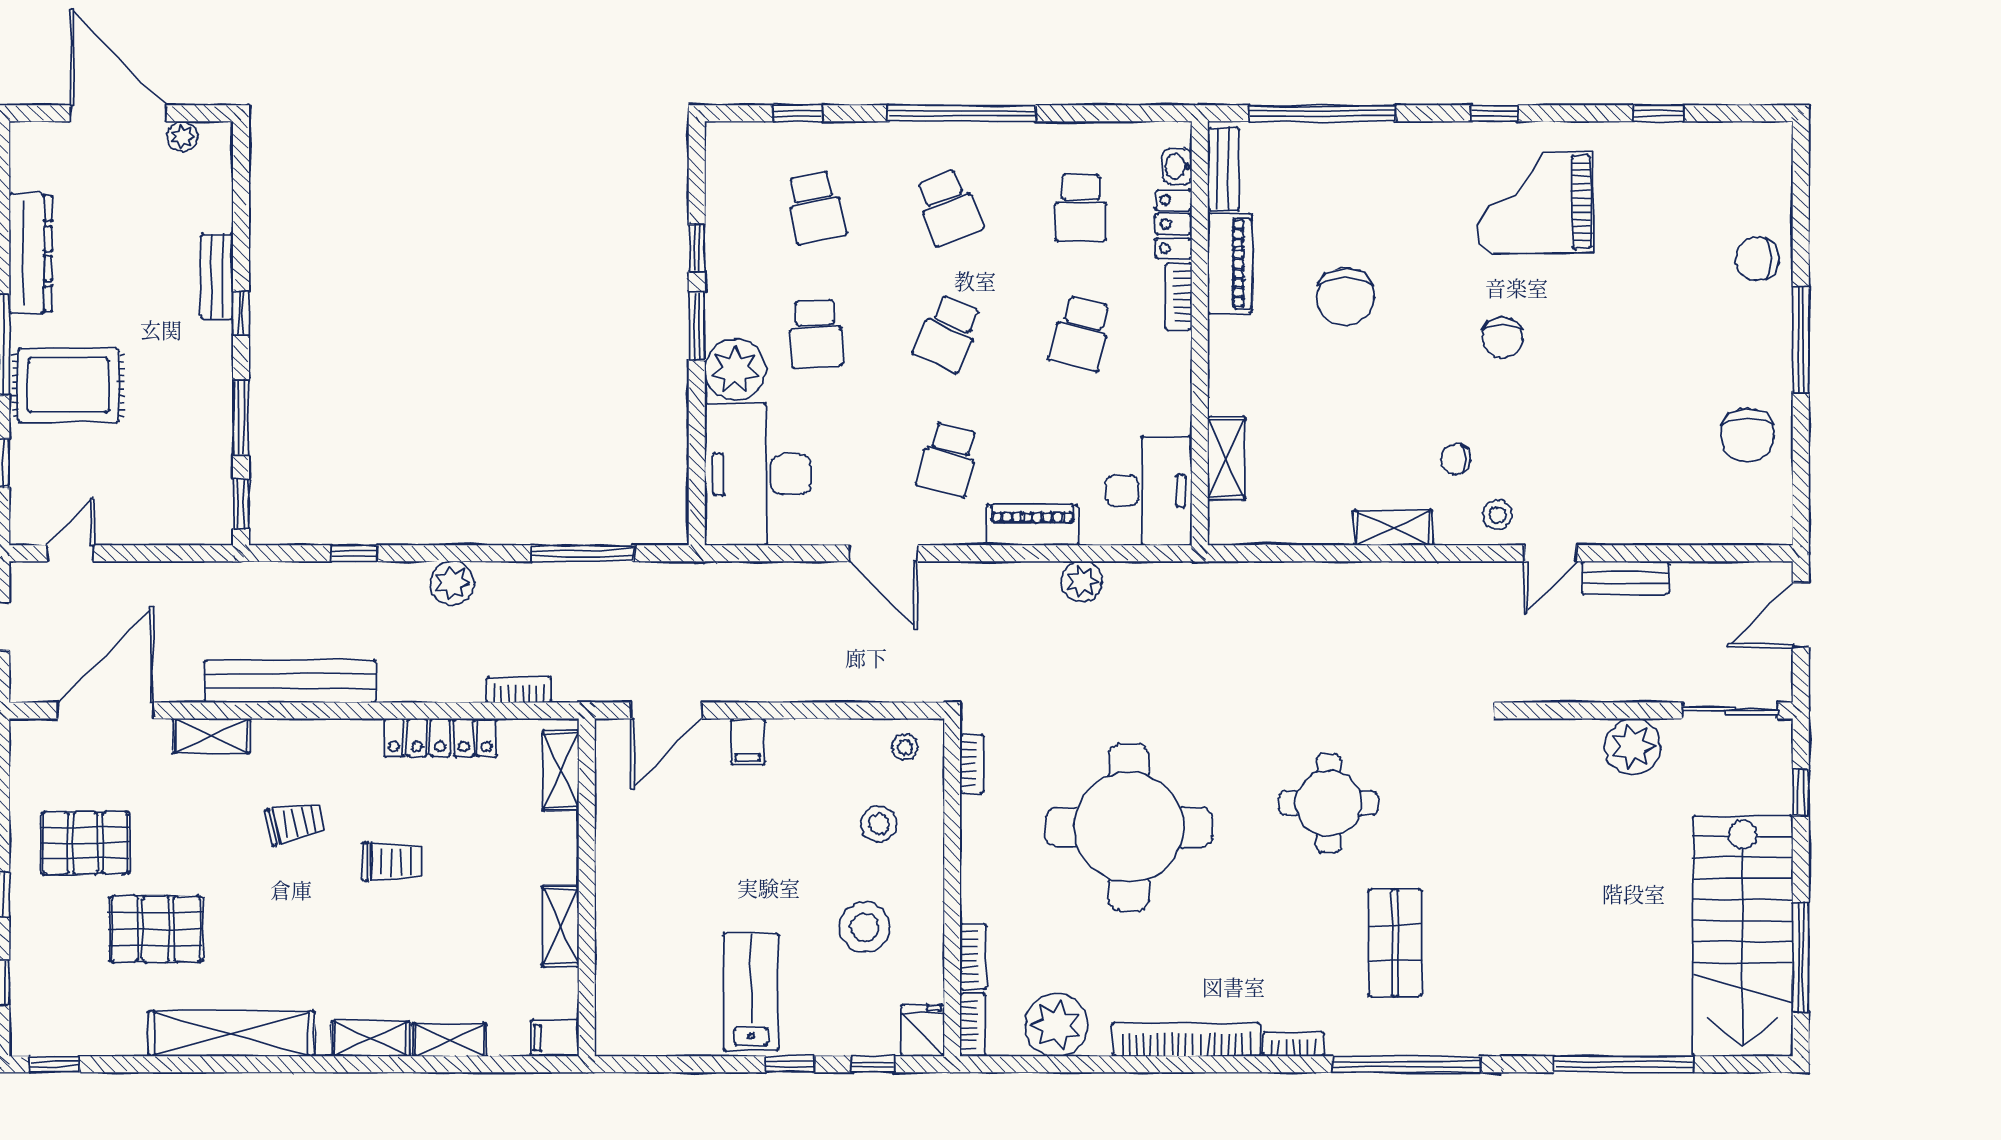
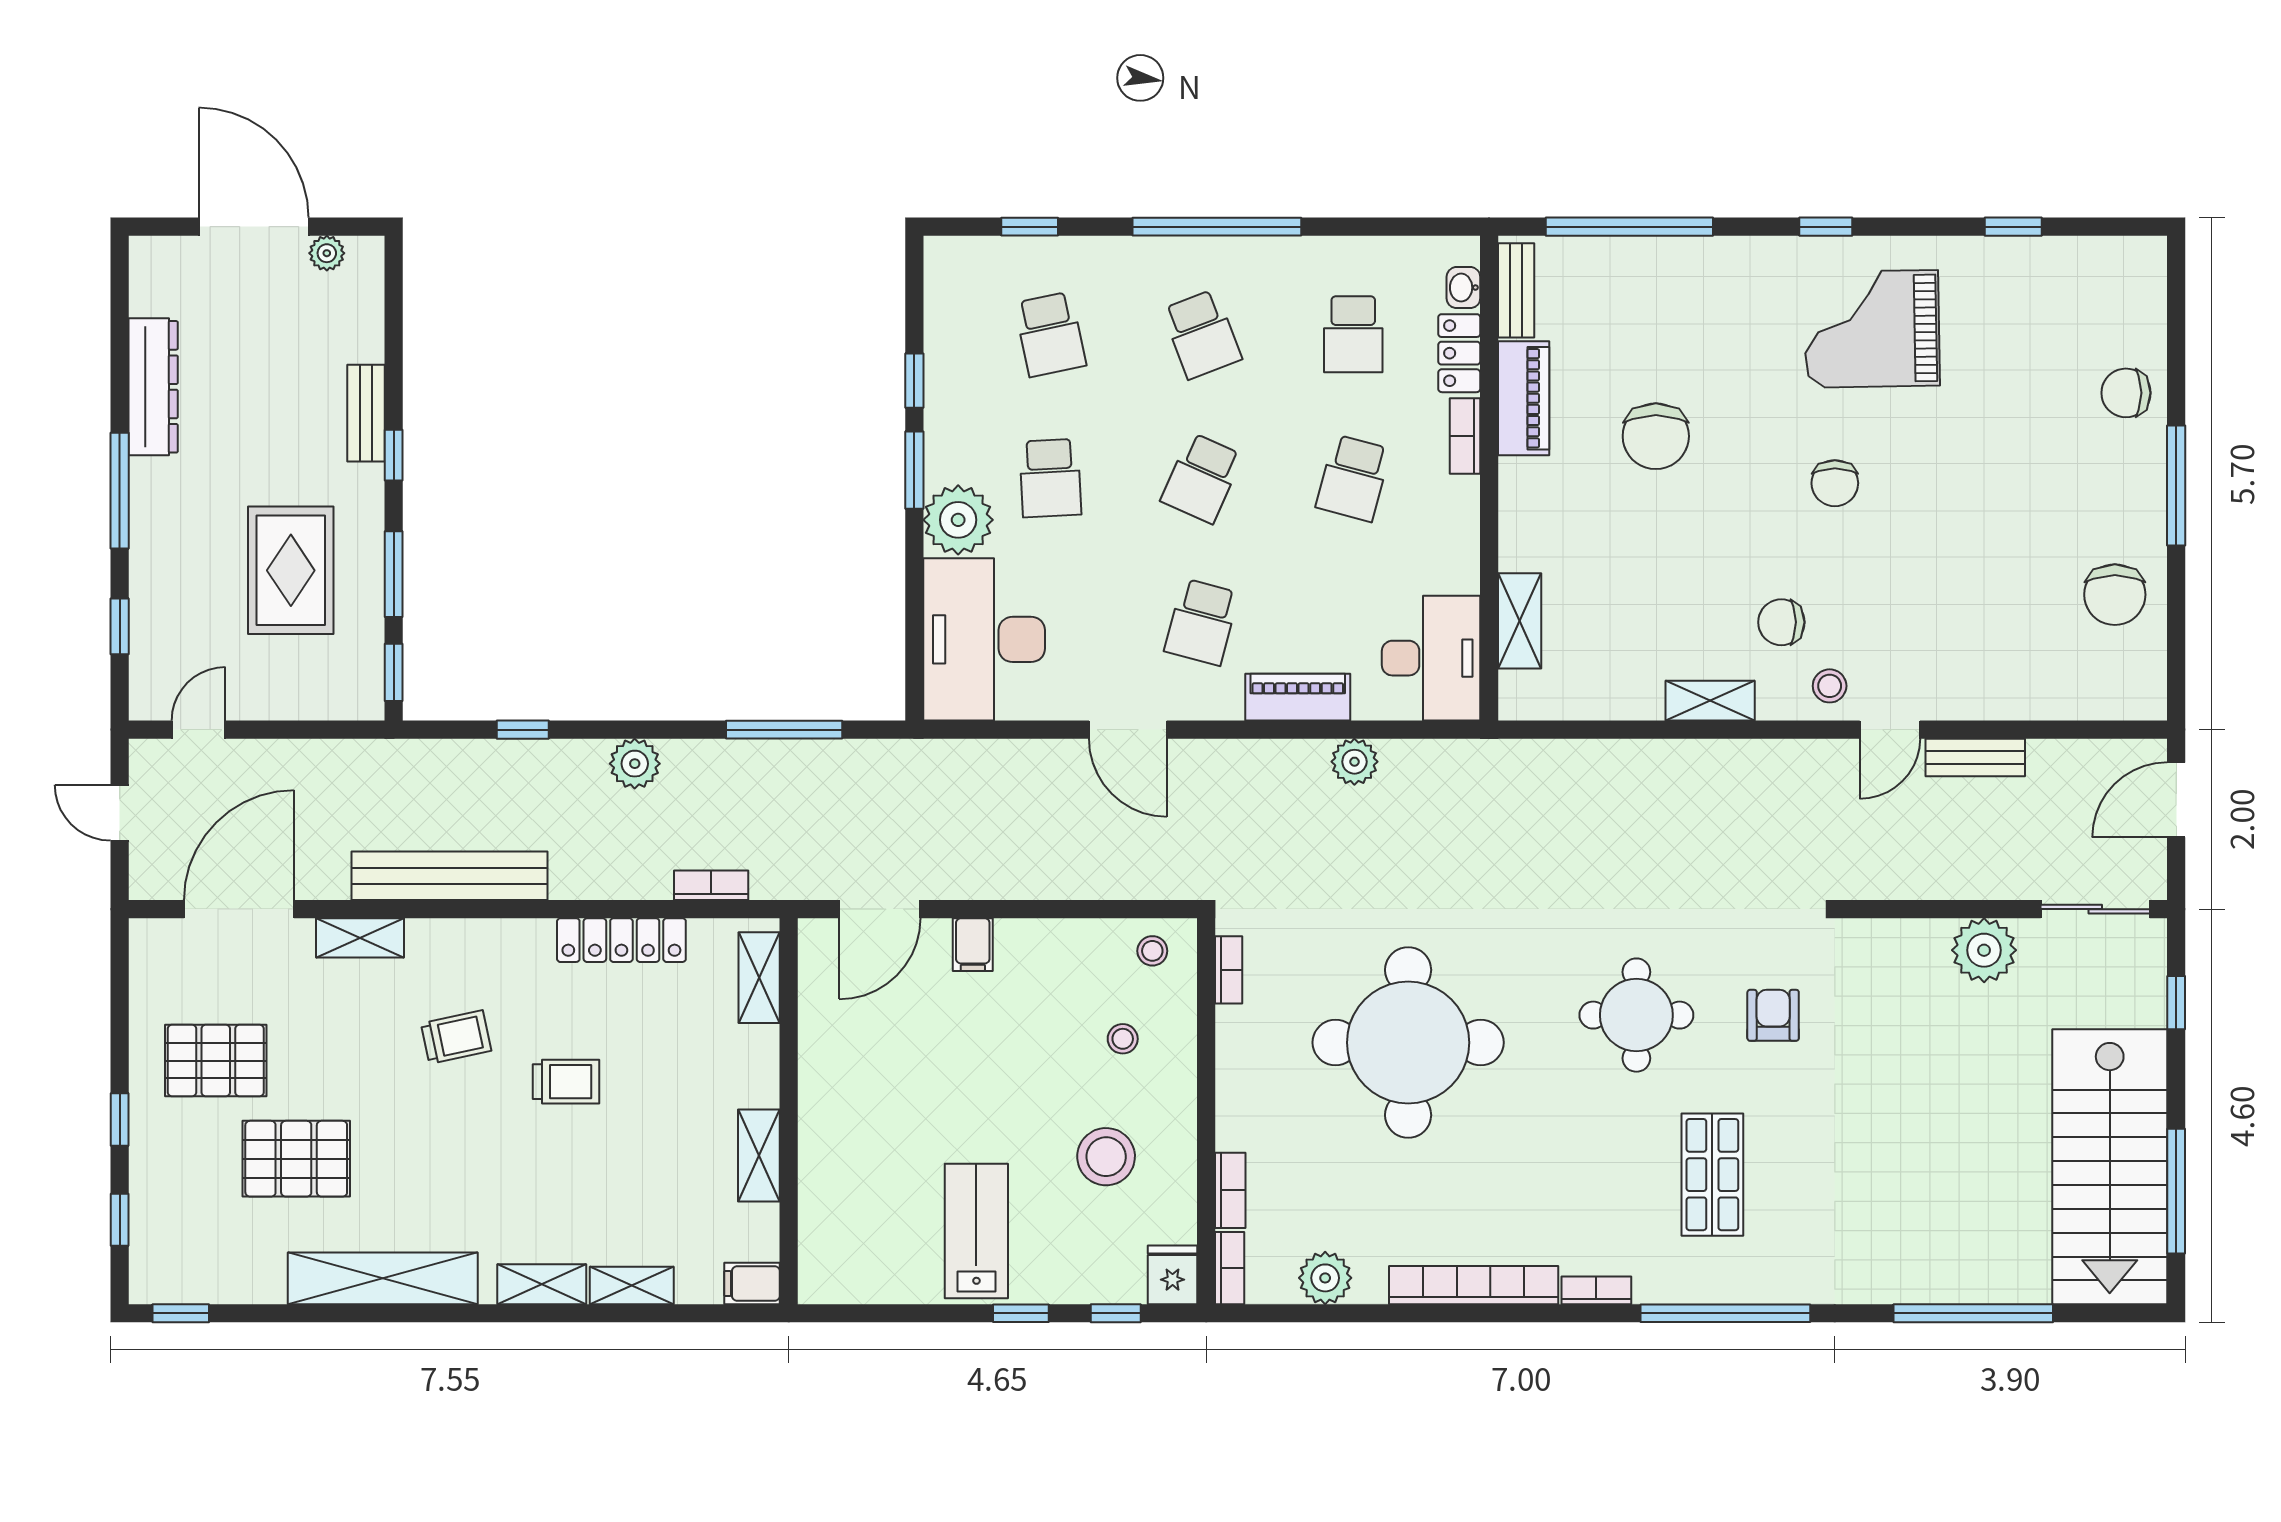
rug: (68, 385) -> (291, 570), moved, turned 90
chair: (1455, 459) -> (1781, 622), width x1.37, depth x1.37
armchair: (1448, 803) -> (1773, 1015), added
stool: (879, 824) -> (1123, 1039), width x0.73, depth x0.73
plant: (1056, 1025) -> (1325, 1278), width x0.73, depth x0.73

